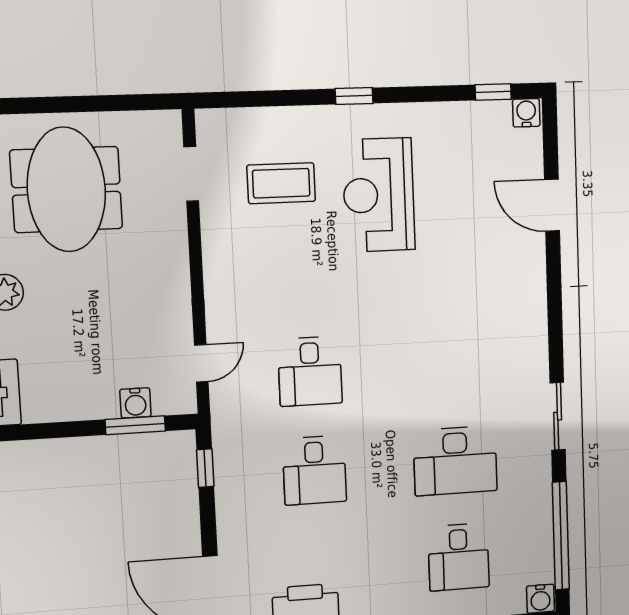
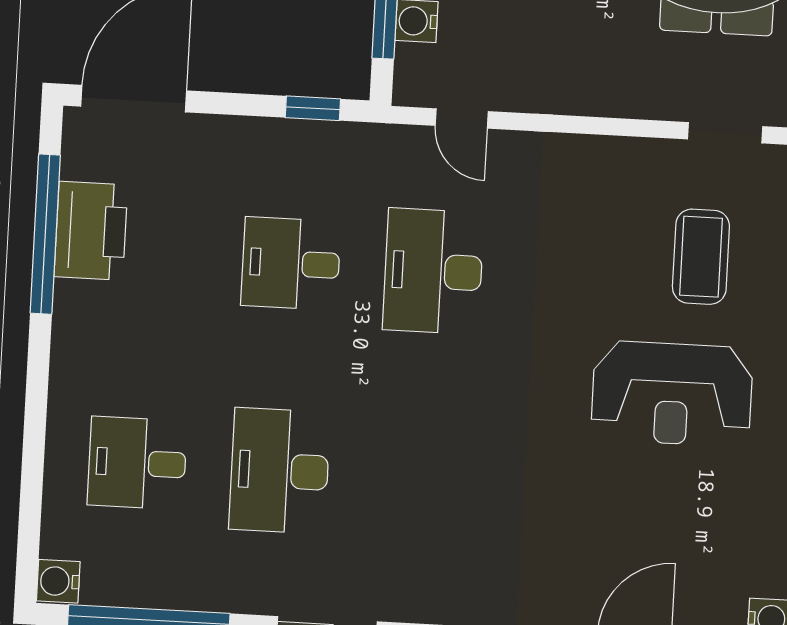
reception desk: (379, 195) -> (672, 394), turned 180
desk: (310, 371) -> (433, 271), width x1.37

